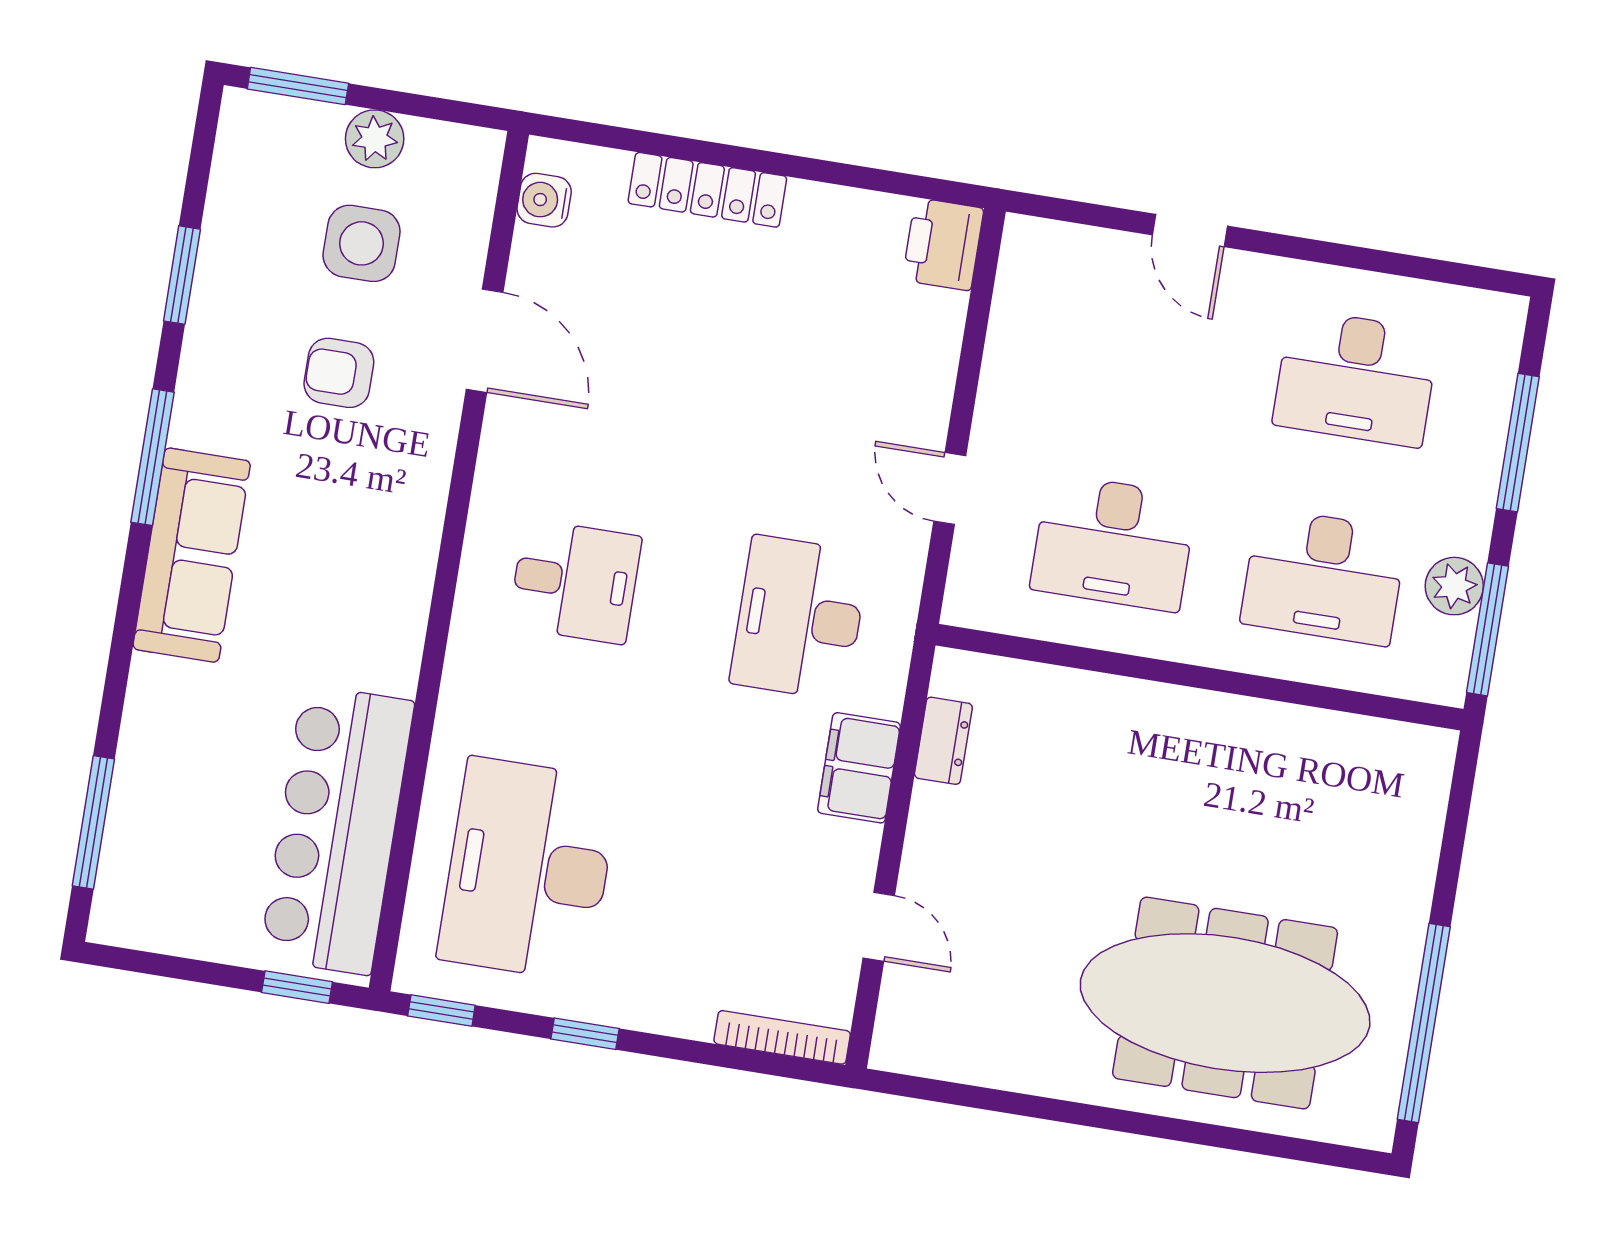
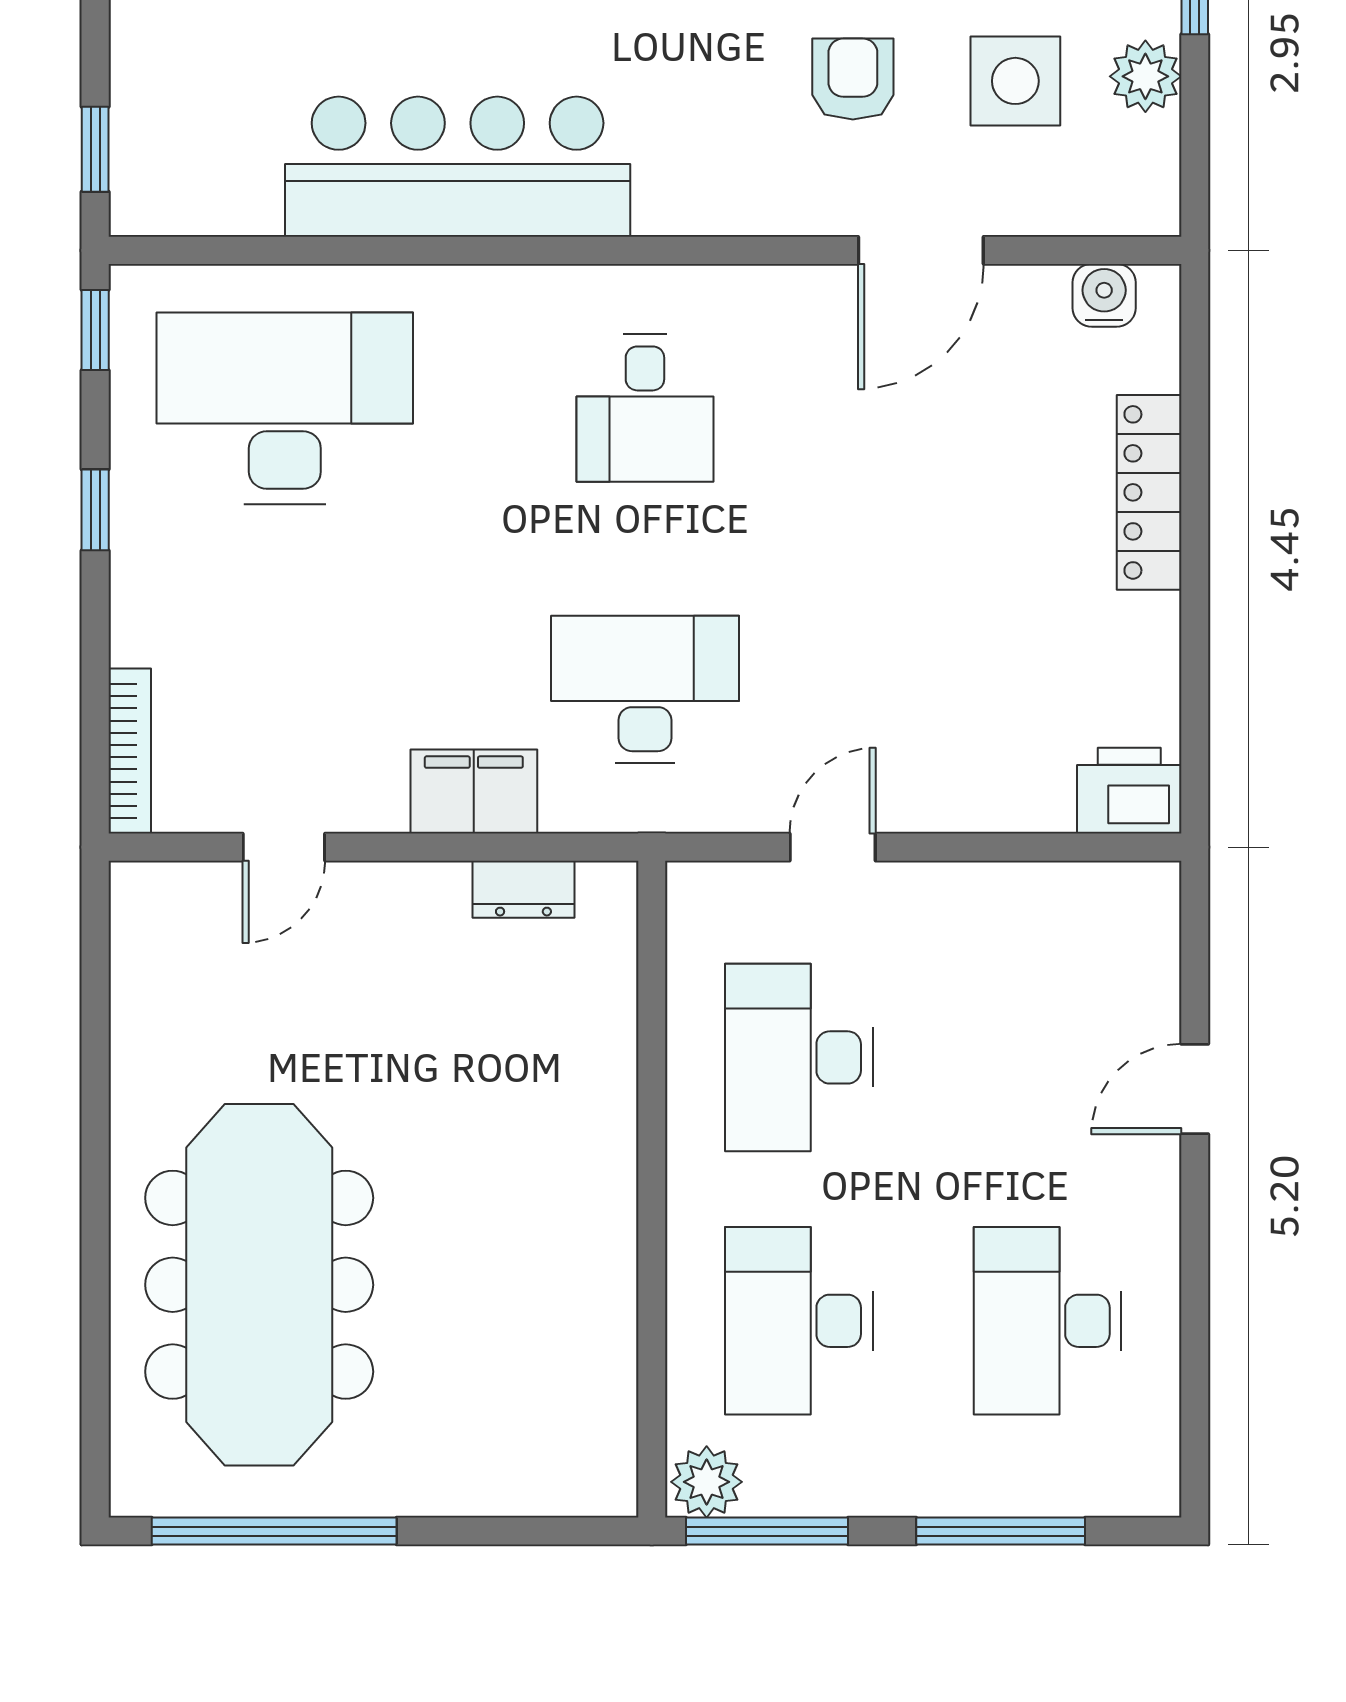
plant: (1454, 586) -> (707, 1482), moved
bar counter: (337, 830) -> (458, 167), moved

